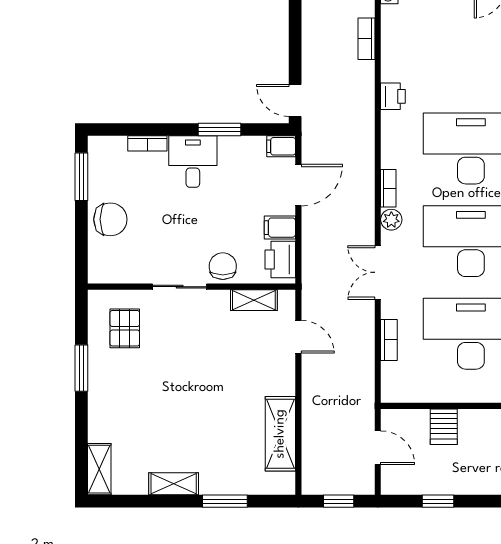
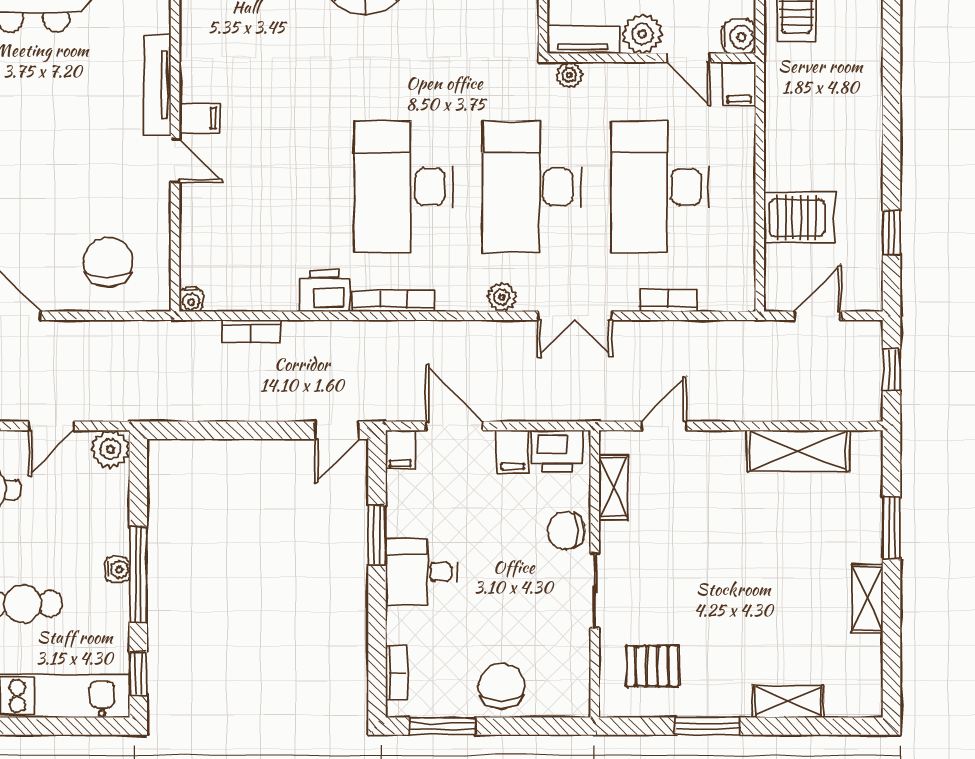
printer: (393, 96) -> (324, 291), width x1.36, depth x1.24
bookcase: (147, 143) -> (396, 673), moved
bookcase: (388, 188) -> (393, 301), moved, width x1.56
server rack: (444, 427) -> (799, 218), width x1.36, depth x1.44
shelving: (99, 469) -> (788, 701), moved

